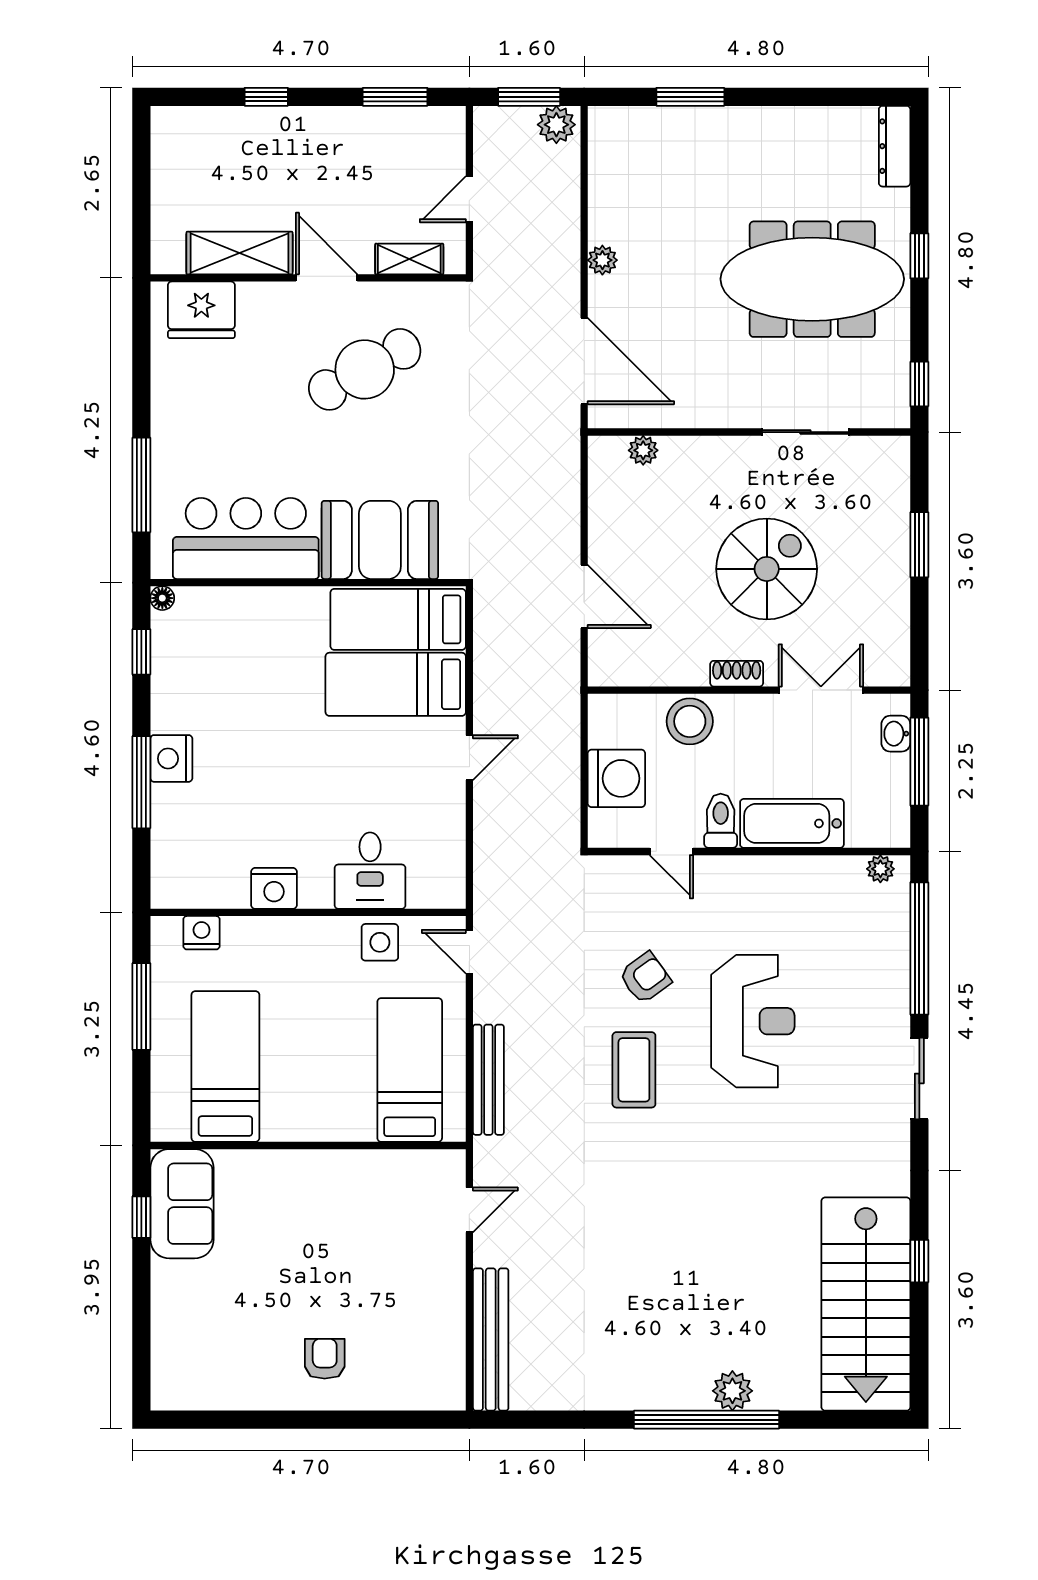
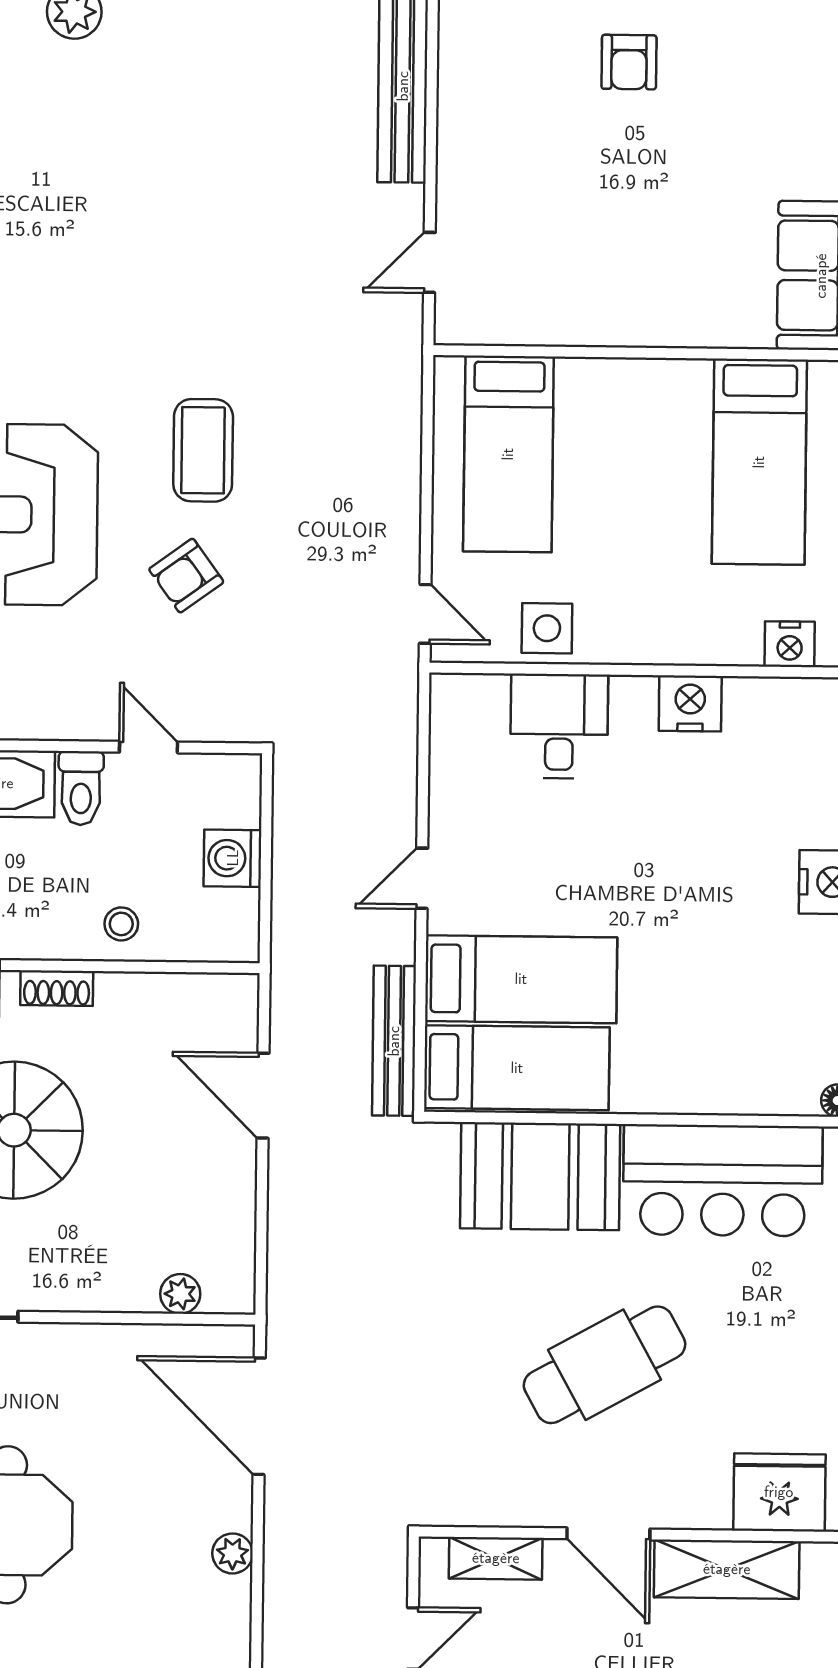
cafe table: (365, 369) -> (605, 1365), moved
stool: (690, 721) -> (121, 924), width x0.53, depth x0.53
washing machine: (616, 778) -> (233, 858), width x0.73, depth x0.73
bench: (488, 1080) -> (394, 1041), moved

